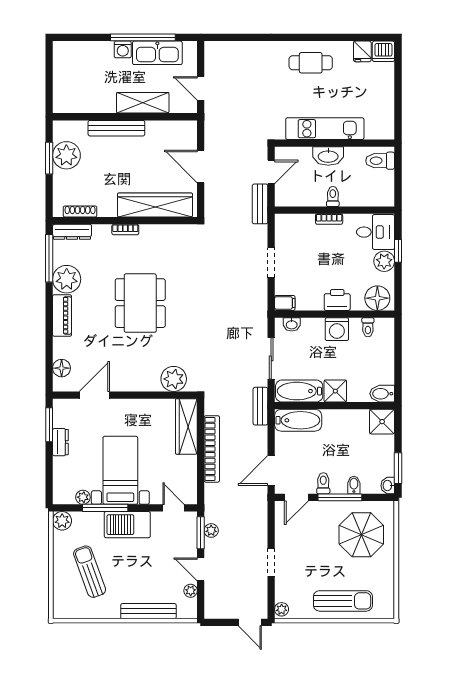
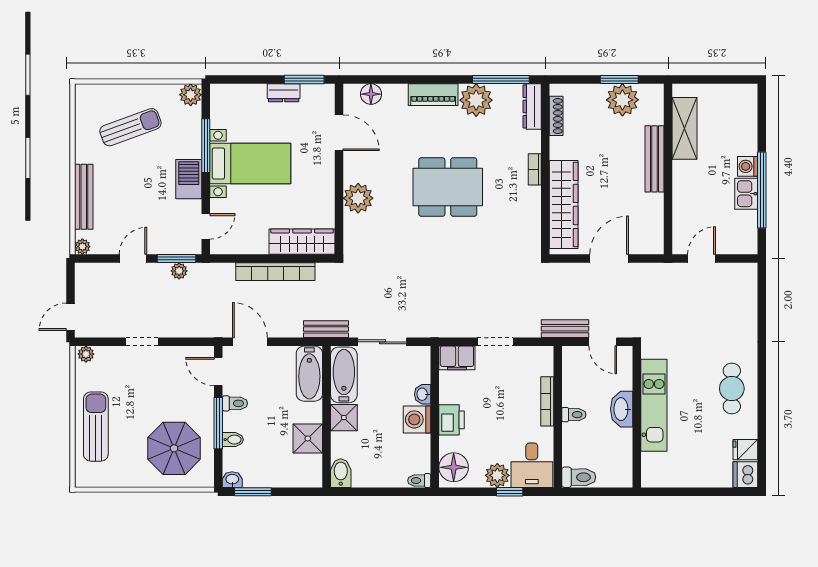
kitchen sink: (157, 53) -> (746, 194), width x0.53, depth x0.81
shelving: (143, 103) -> (685, 128), moved
toilet: (380, 161) -> (579, 477), moved, turned 90
bookcase: (329, 219) -> (547, 401), width x1.56
filing cabinet: (285, 303) -> (457, 358), width x2.00
washbasin: (292, 324) -> (423, 394), moved
toilet: (368, 327) -> (419, 481), moved
plant: (174, 379) -> (358, 198), moved
shower: (382, 422) -> (308, 438), moved
plant: (83, 497) -> (218, 119), removed
barbecue: (127, 525) -> (189, 179), width x0.73, depth x0.83
plant: (191, 591) -> (82, 247), moved
sun lounger: (343, 601) -> (96, 427), turned 180

